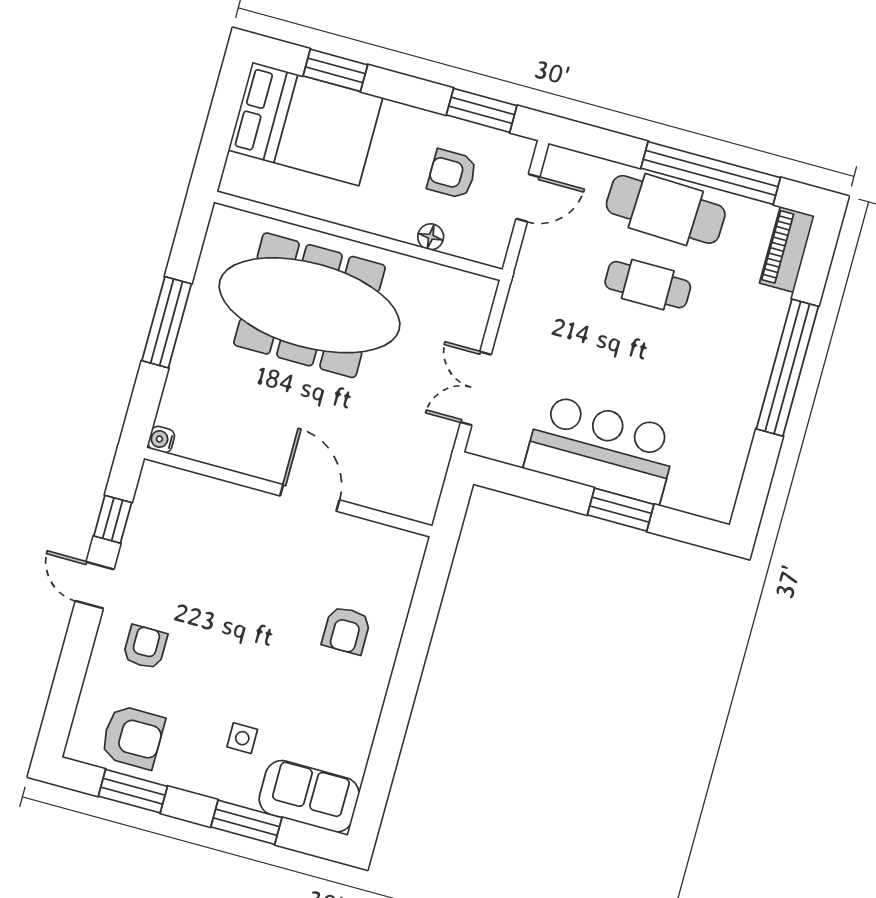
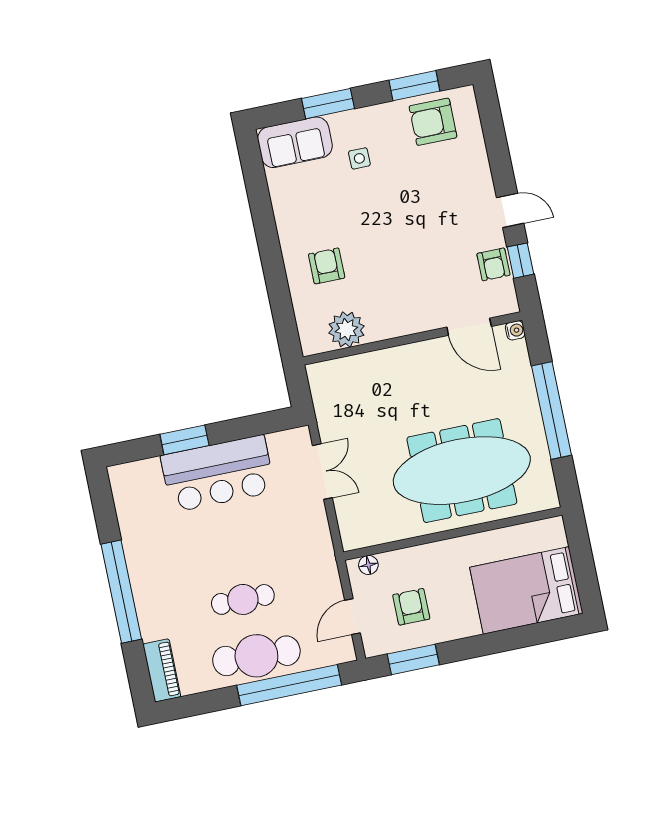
window: (335, 70) -> (525, 636), removed
window: (711, 173) -> (289, 685), moved
armchair: (452, 174) -> (411, 607), turned -90
floor lamp: (431, 237) -> (368, 565), moved
window: (167, 322) -> (552, 411), width x1.46
door: (310, 498) -> (469, 327), moved
plant: (361, 543) -> (346, 330), added
armchair: (145, 647) -> (493, 264), moved

